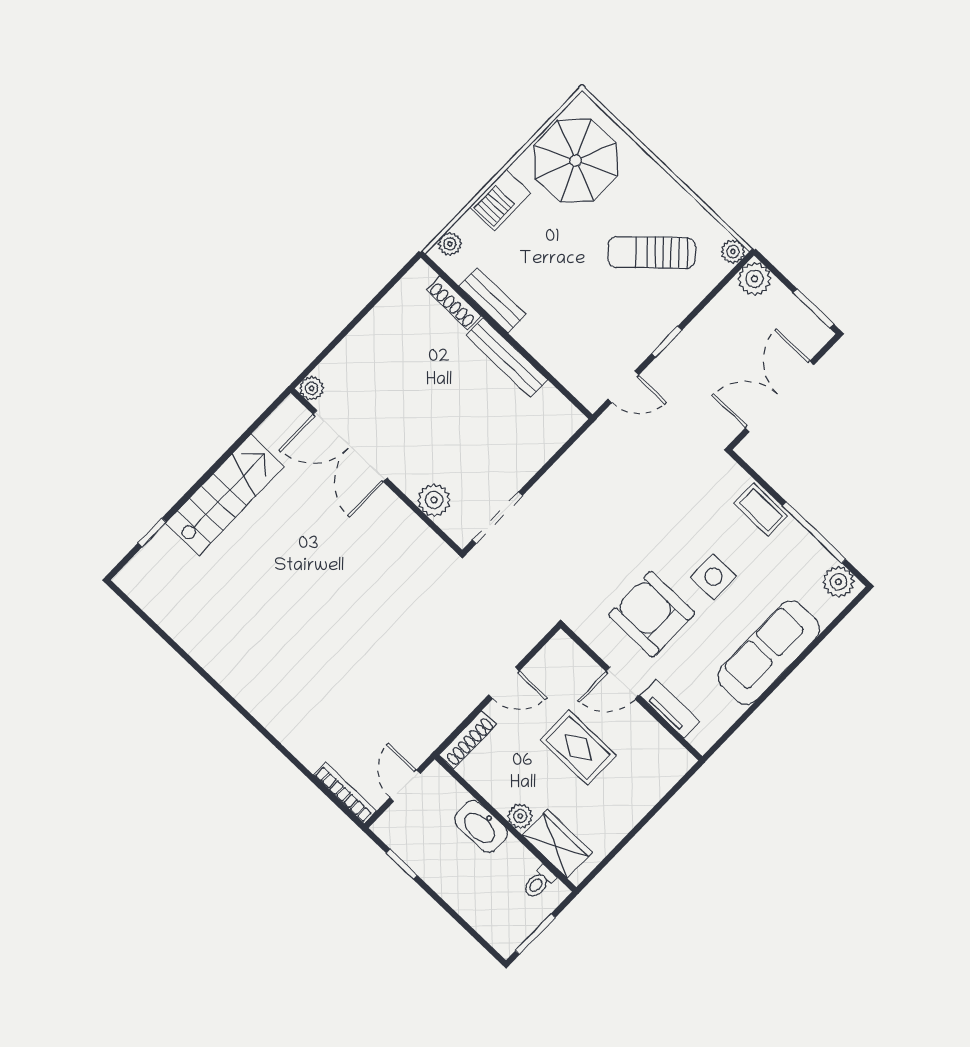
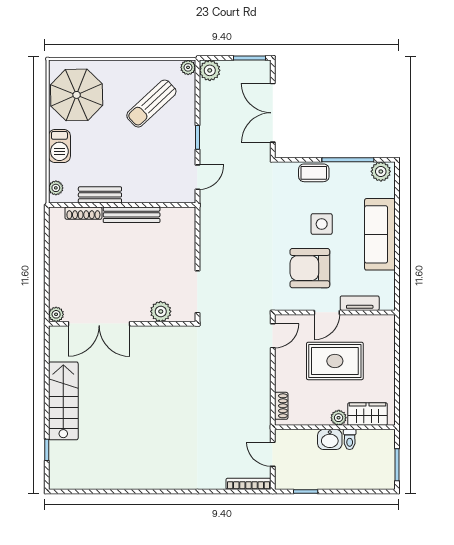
door: (504, 683) -> (273, 336), moved
shoe rack: (468, 740) -> (281, 406), width x0.70
rug: (578, 748) -> (335, 361), width x1.36, depth x1.43
washbasin: (481, 826) -> (330, 439), width x0.72
toilet: (539, 882) -> (350, 439), moved

